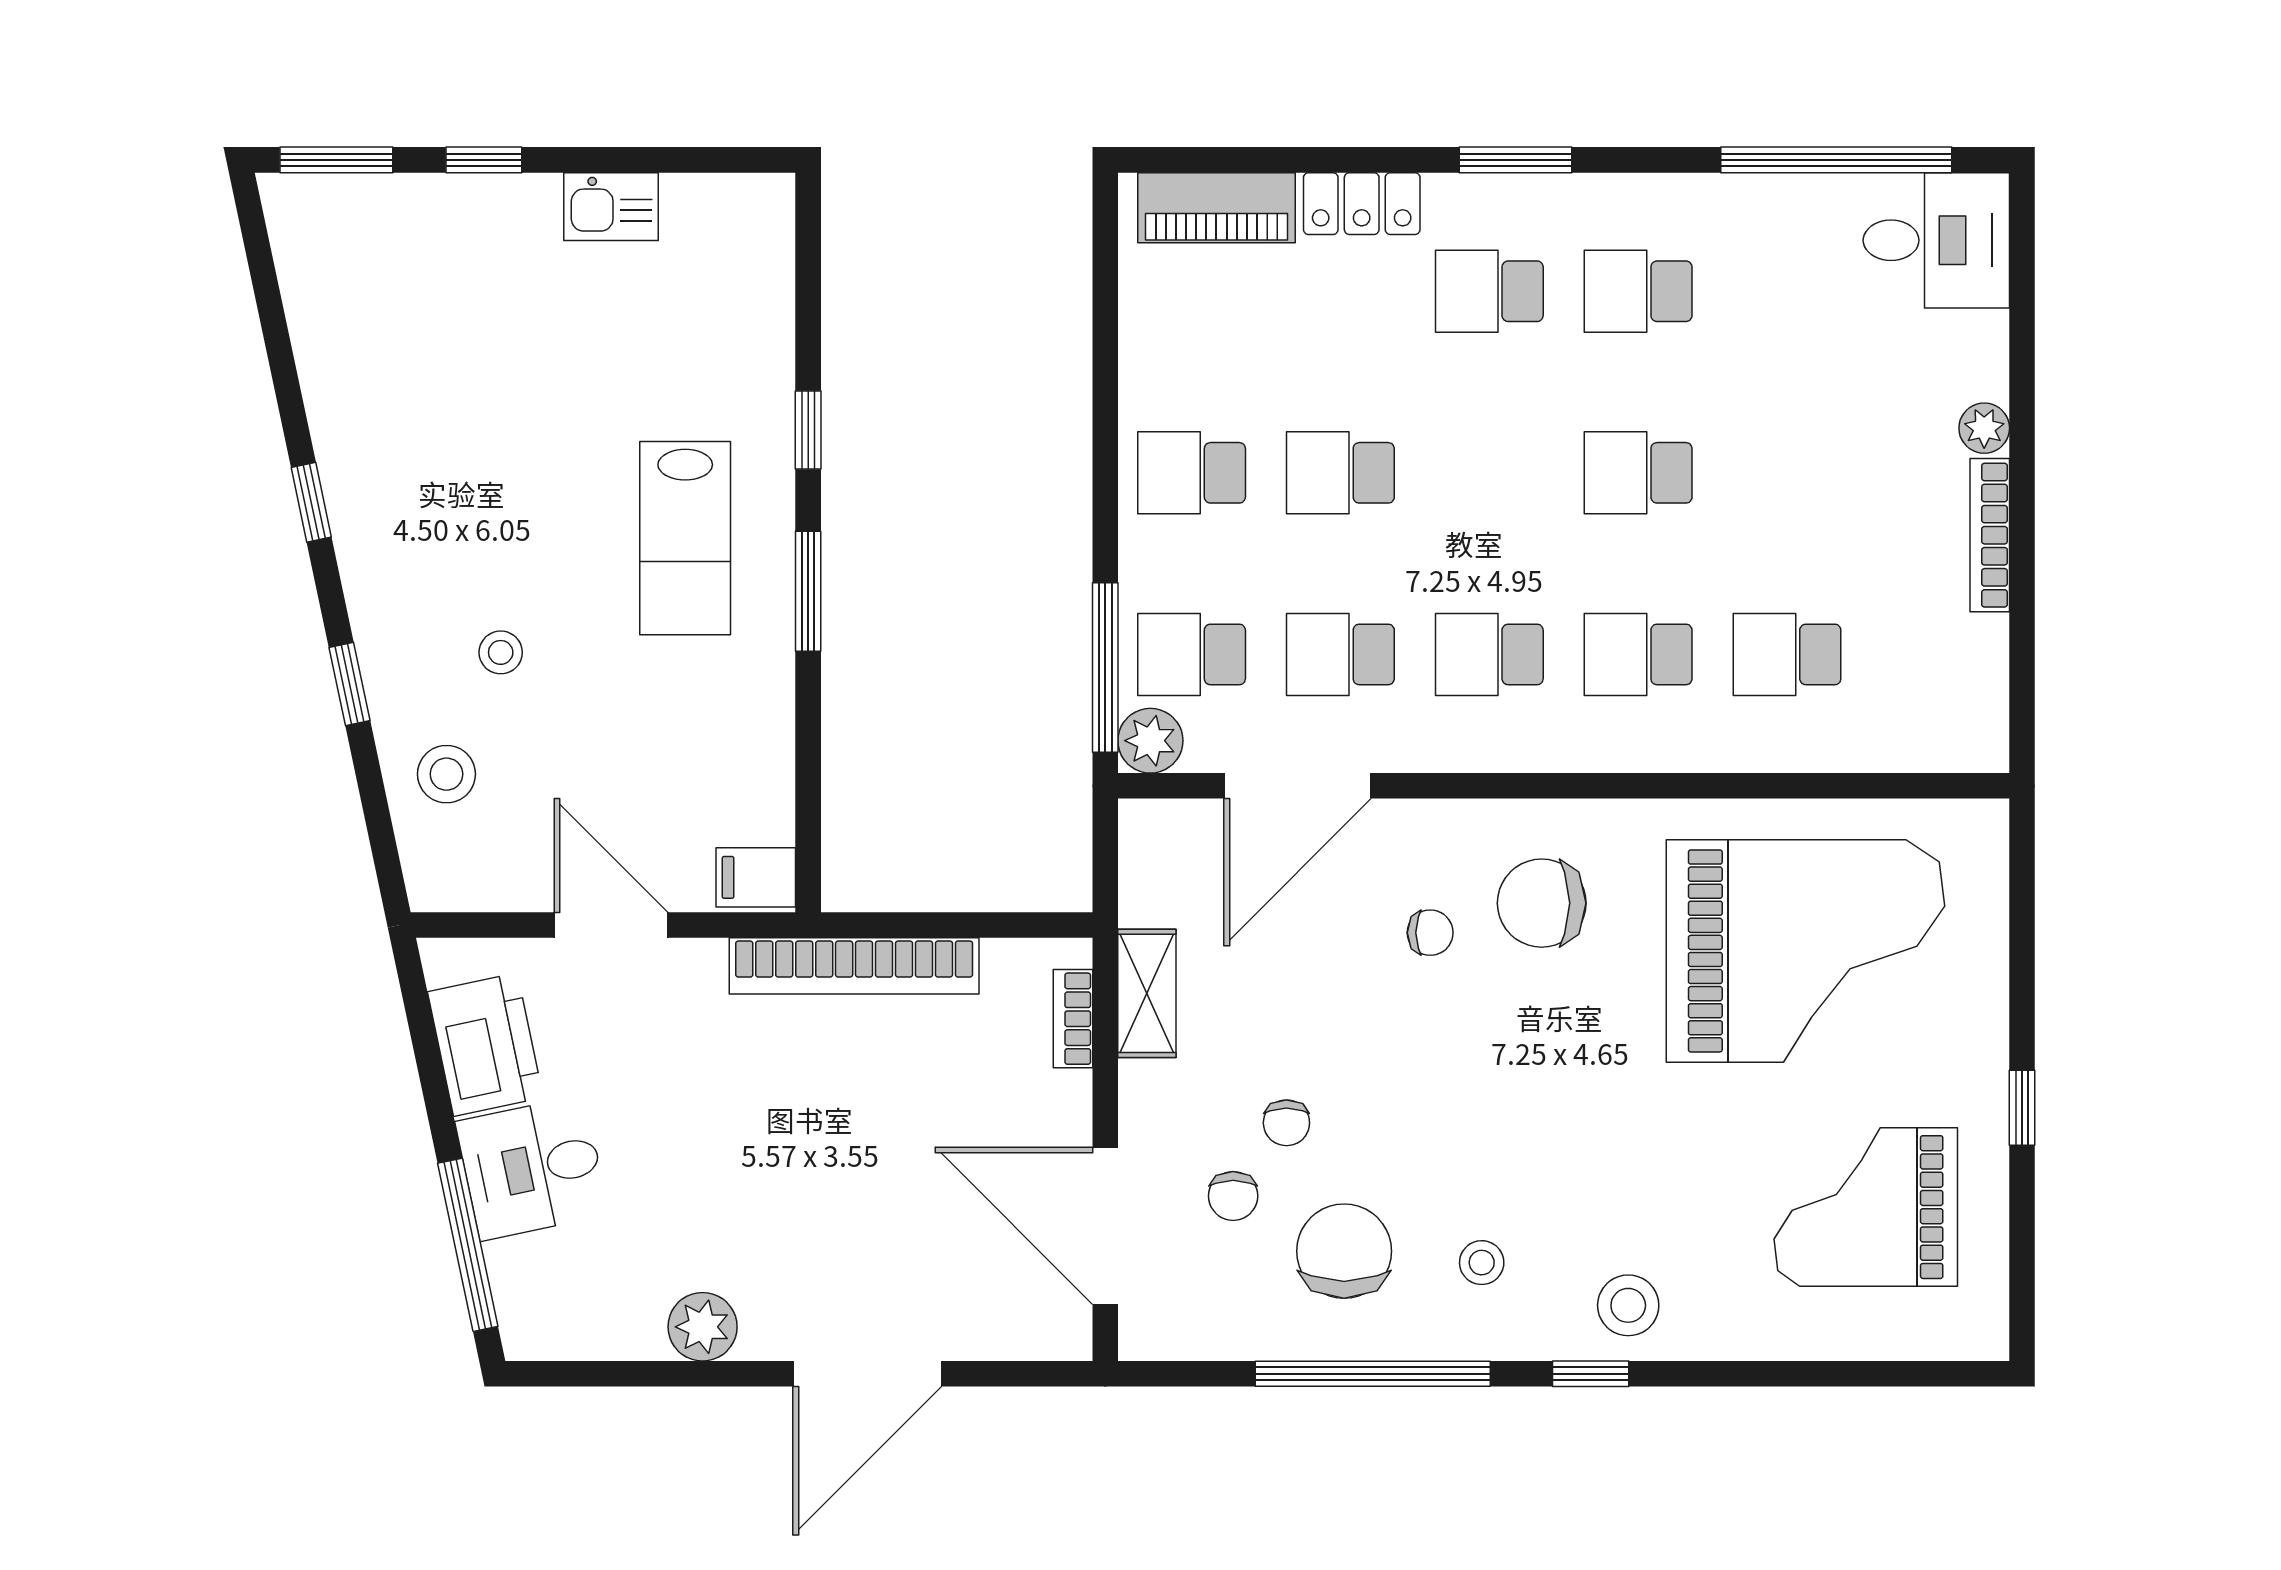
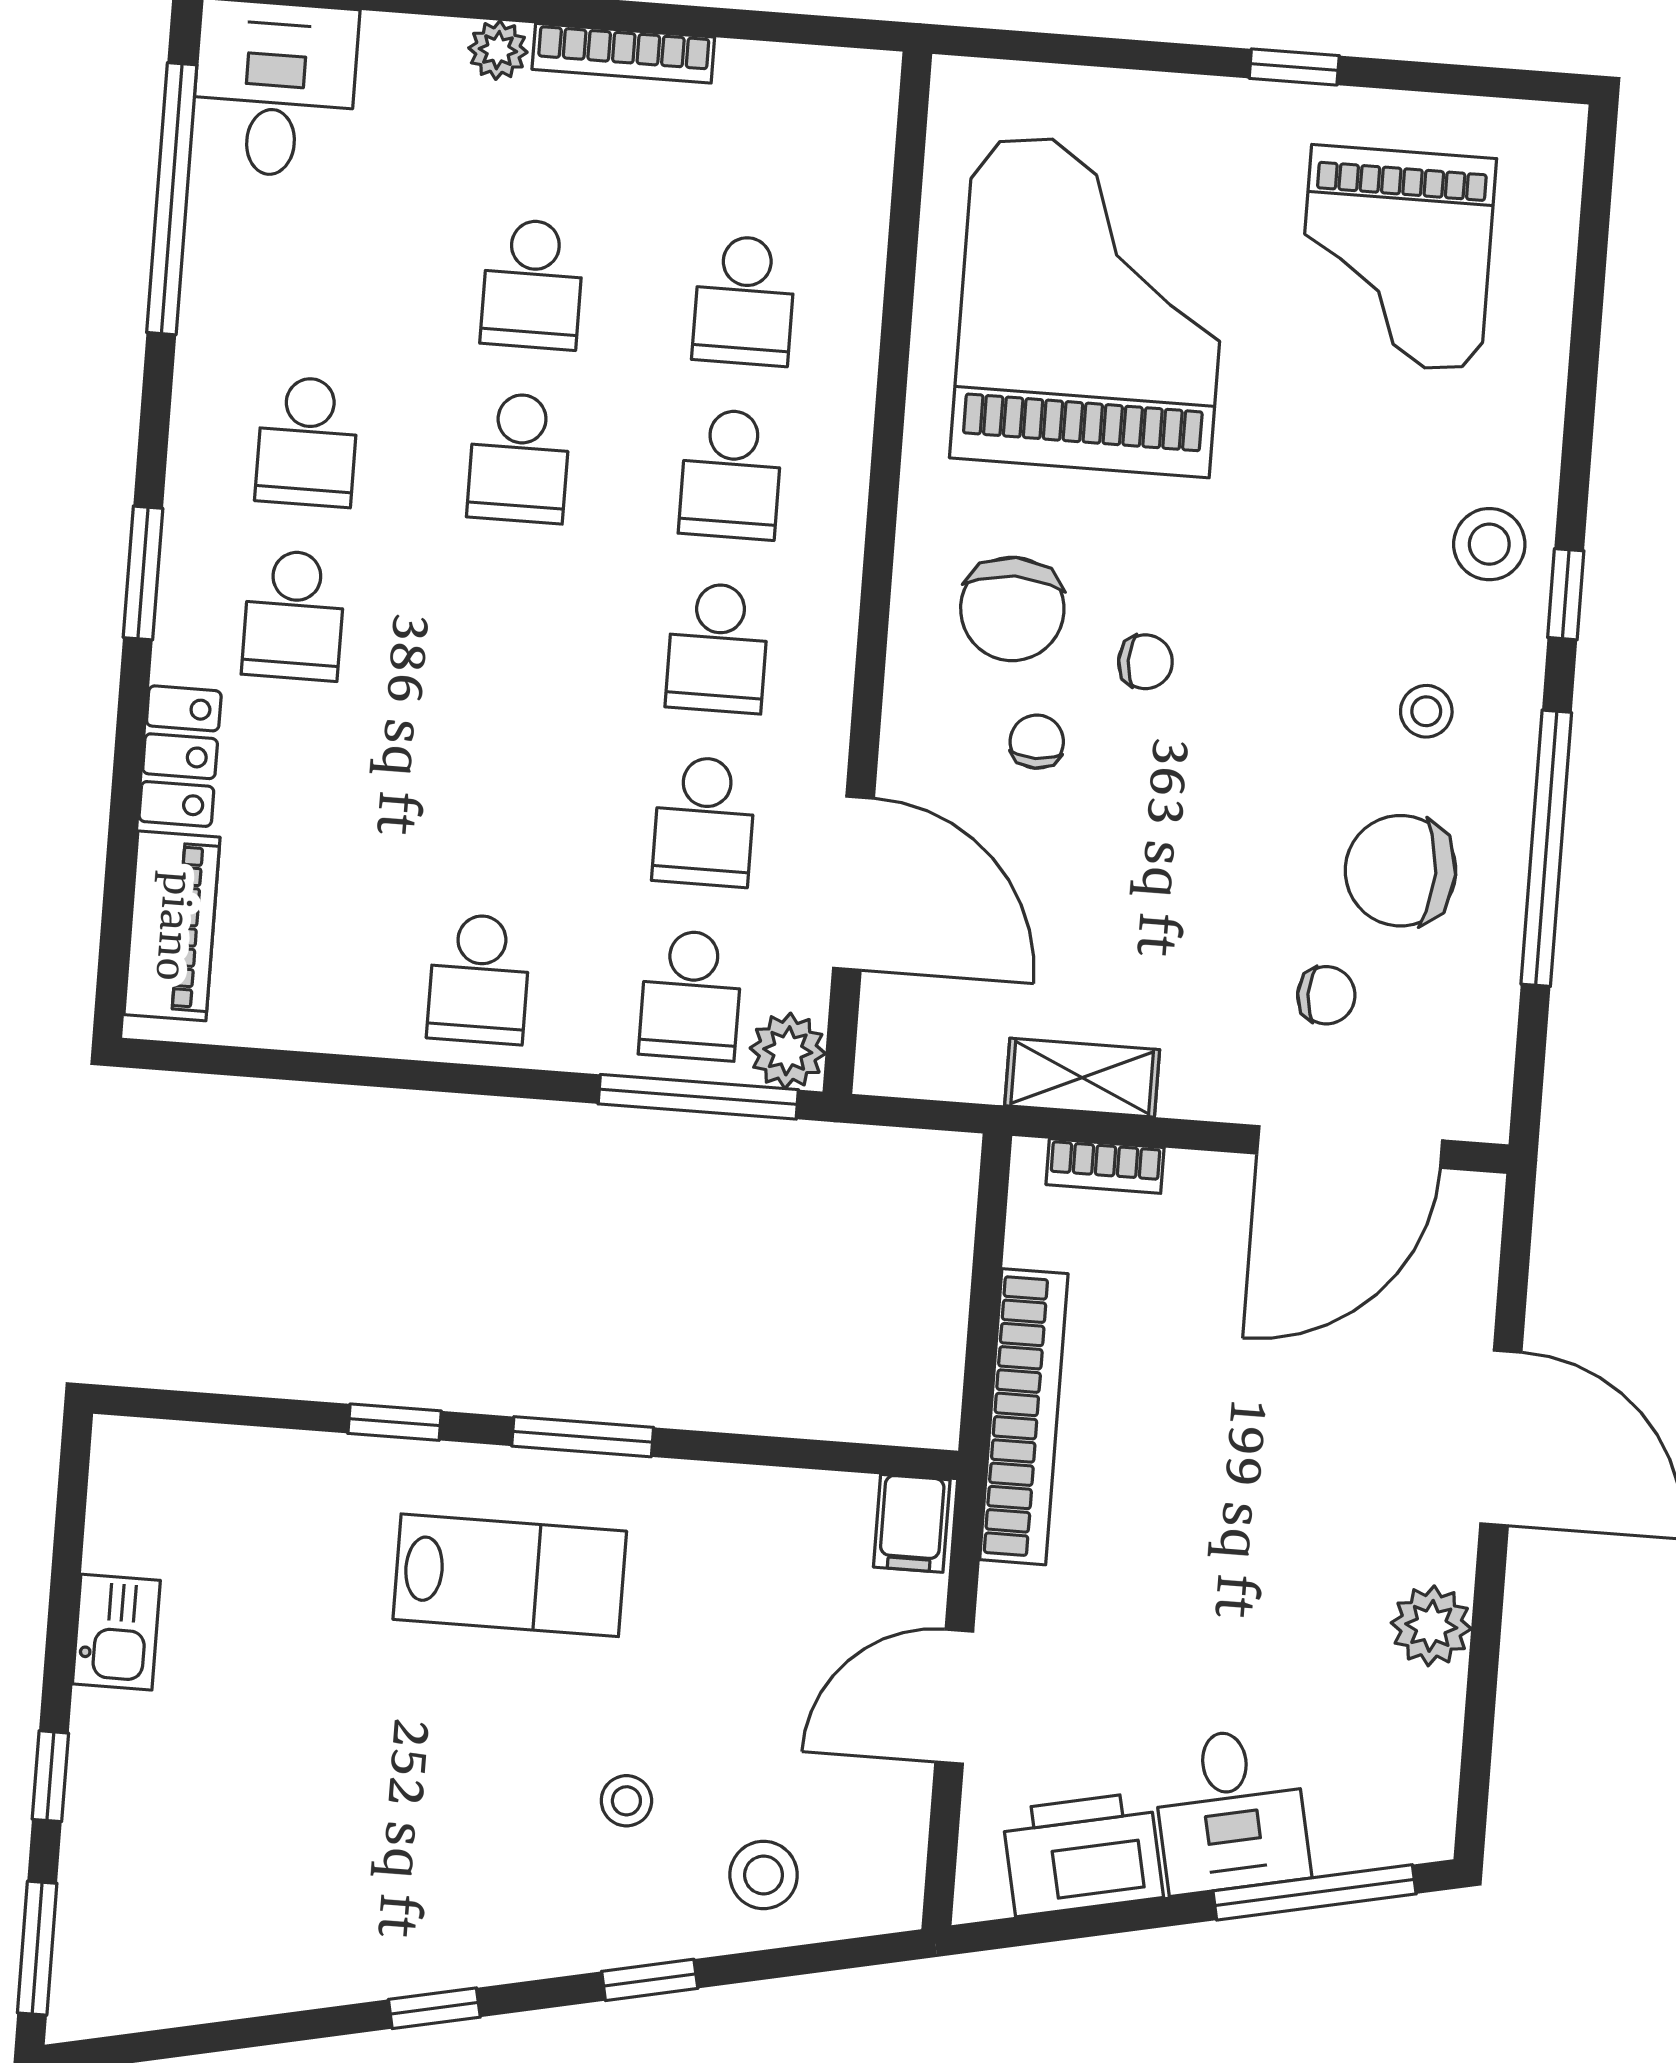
school desk: (1340, 473) -> (532, 284), moved
chair: (1286, 1123) -> (1145, 662), moved

